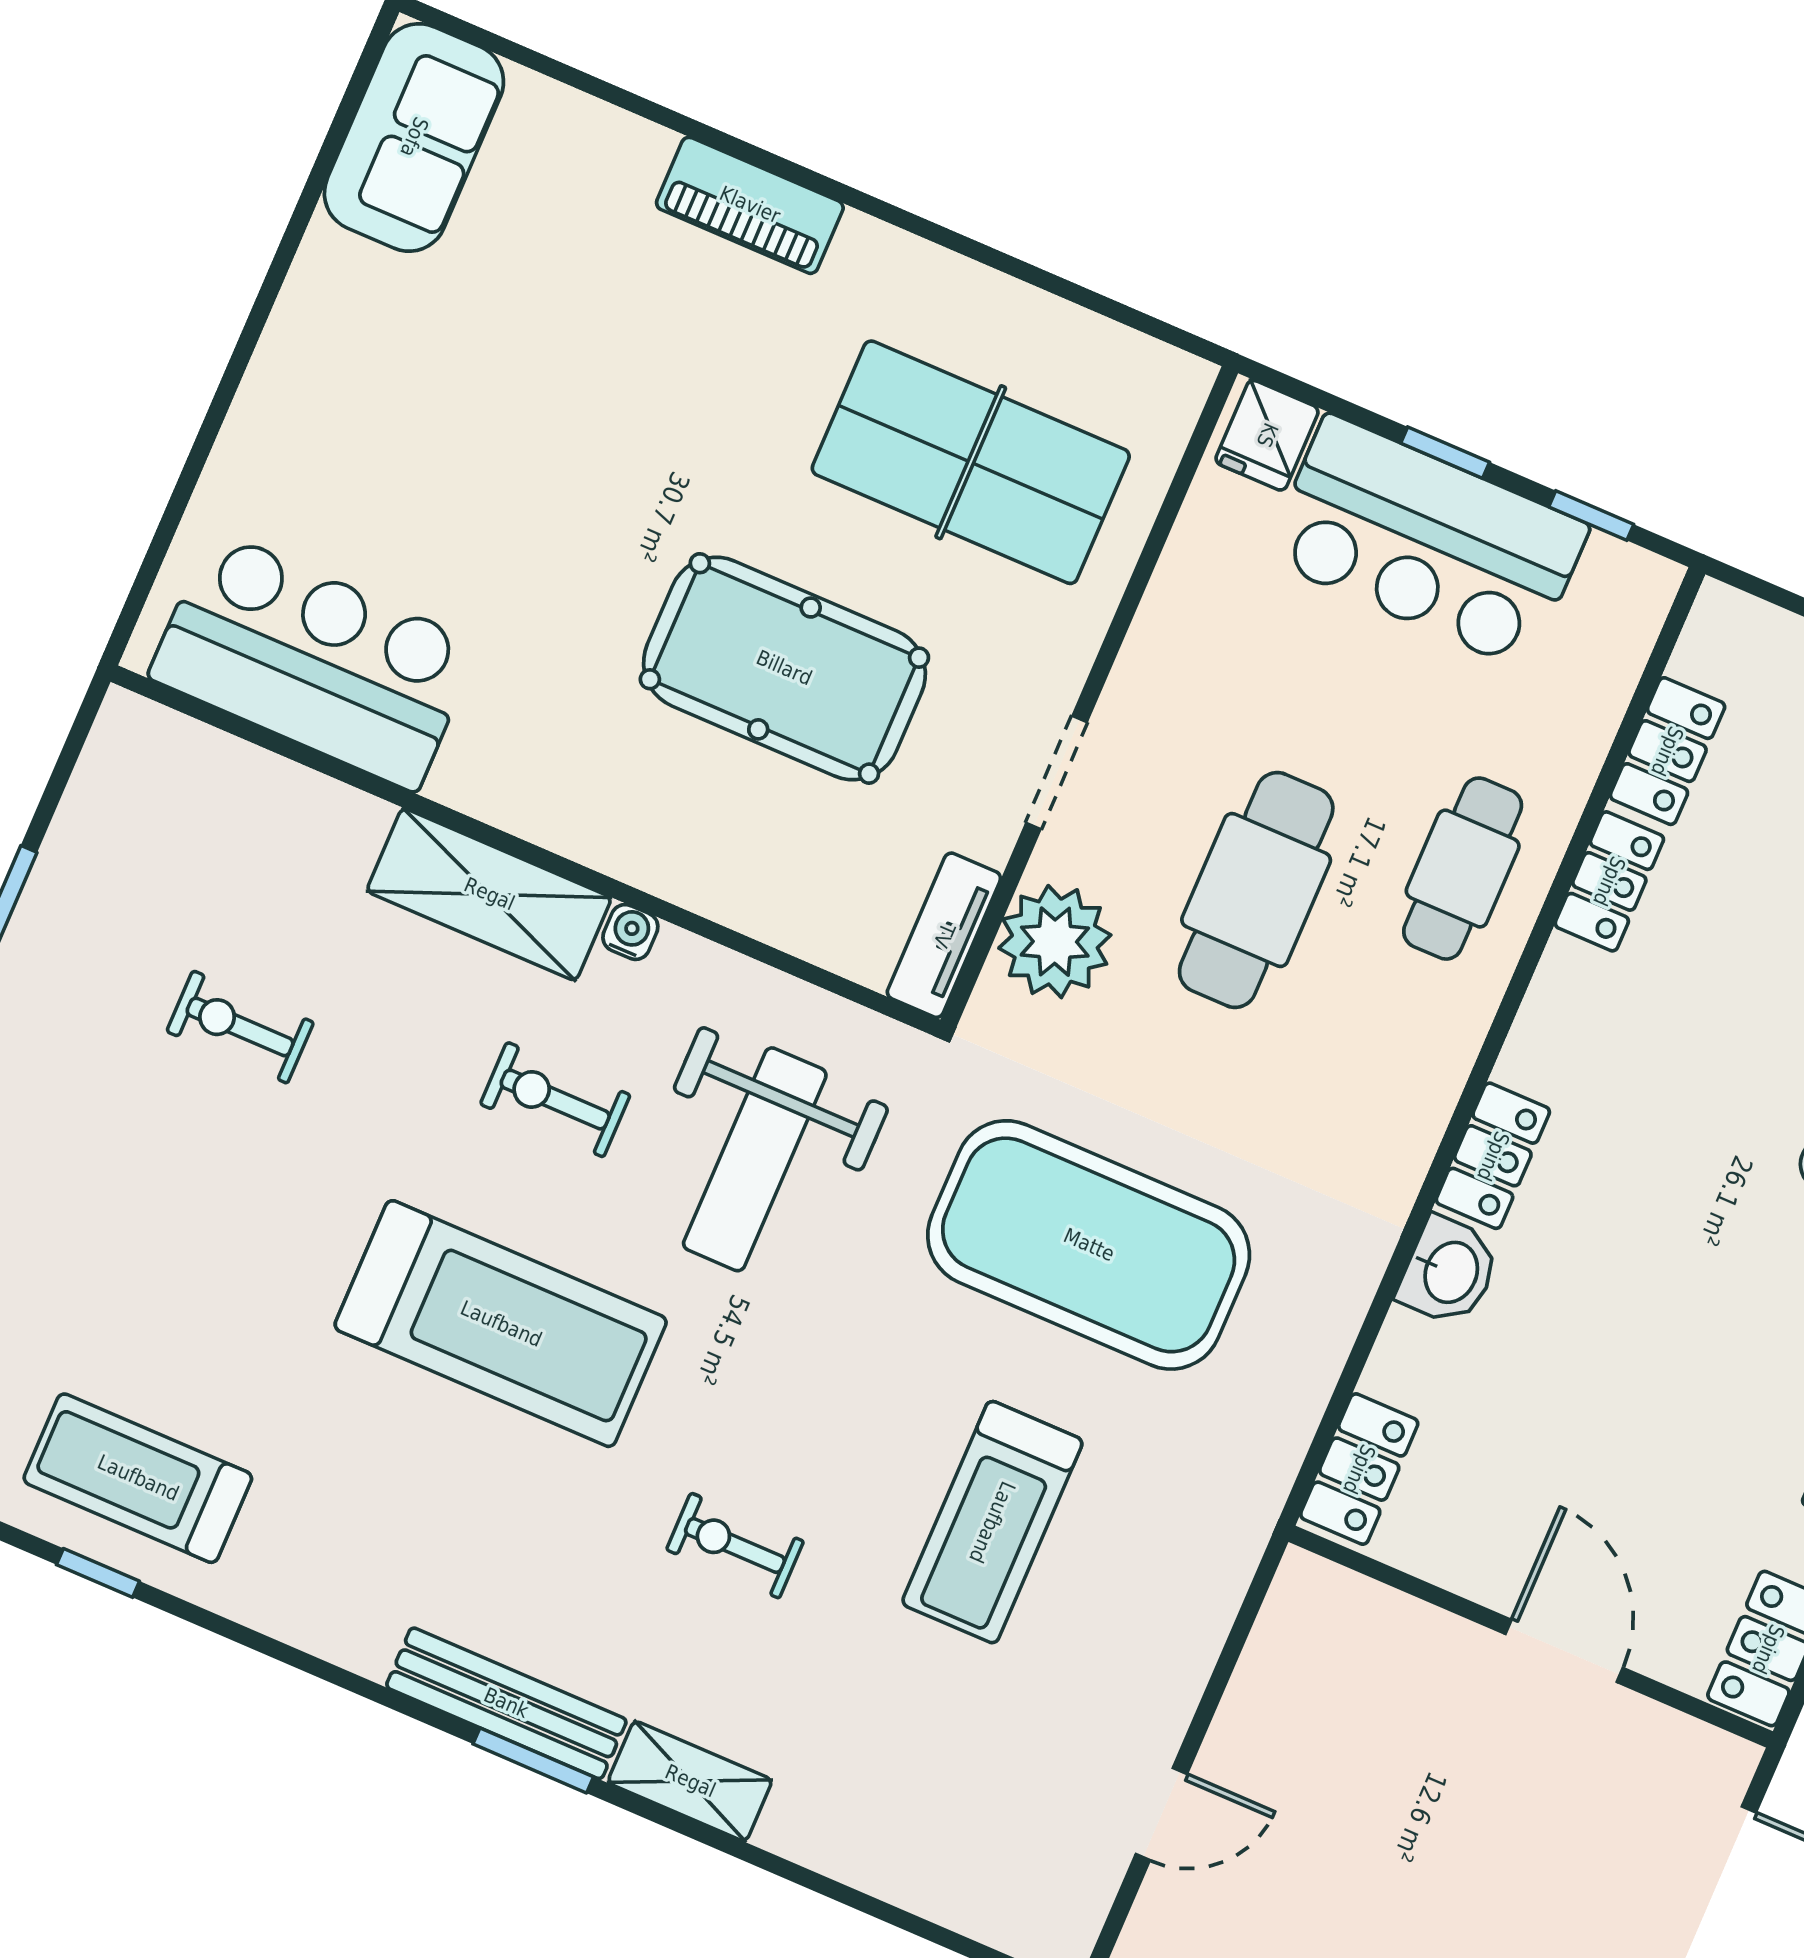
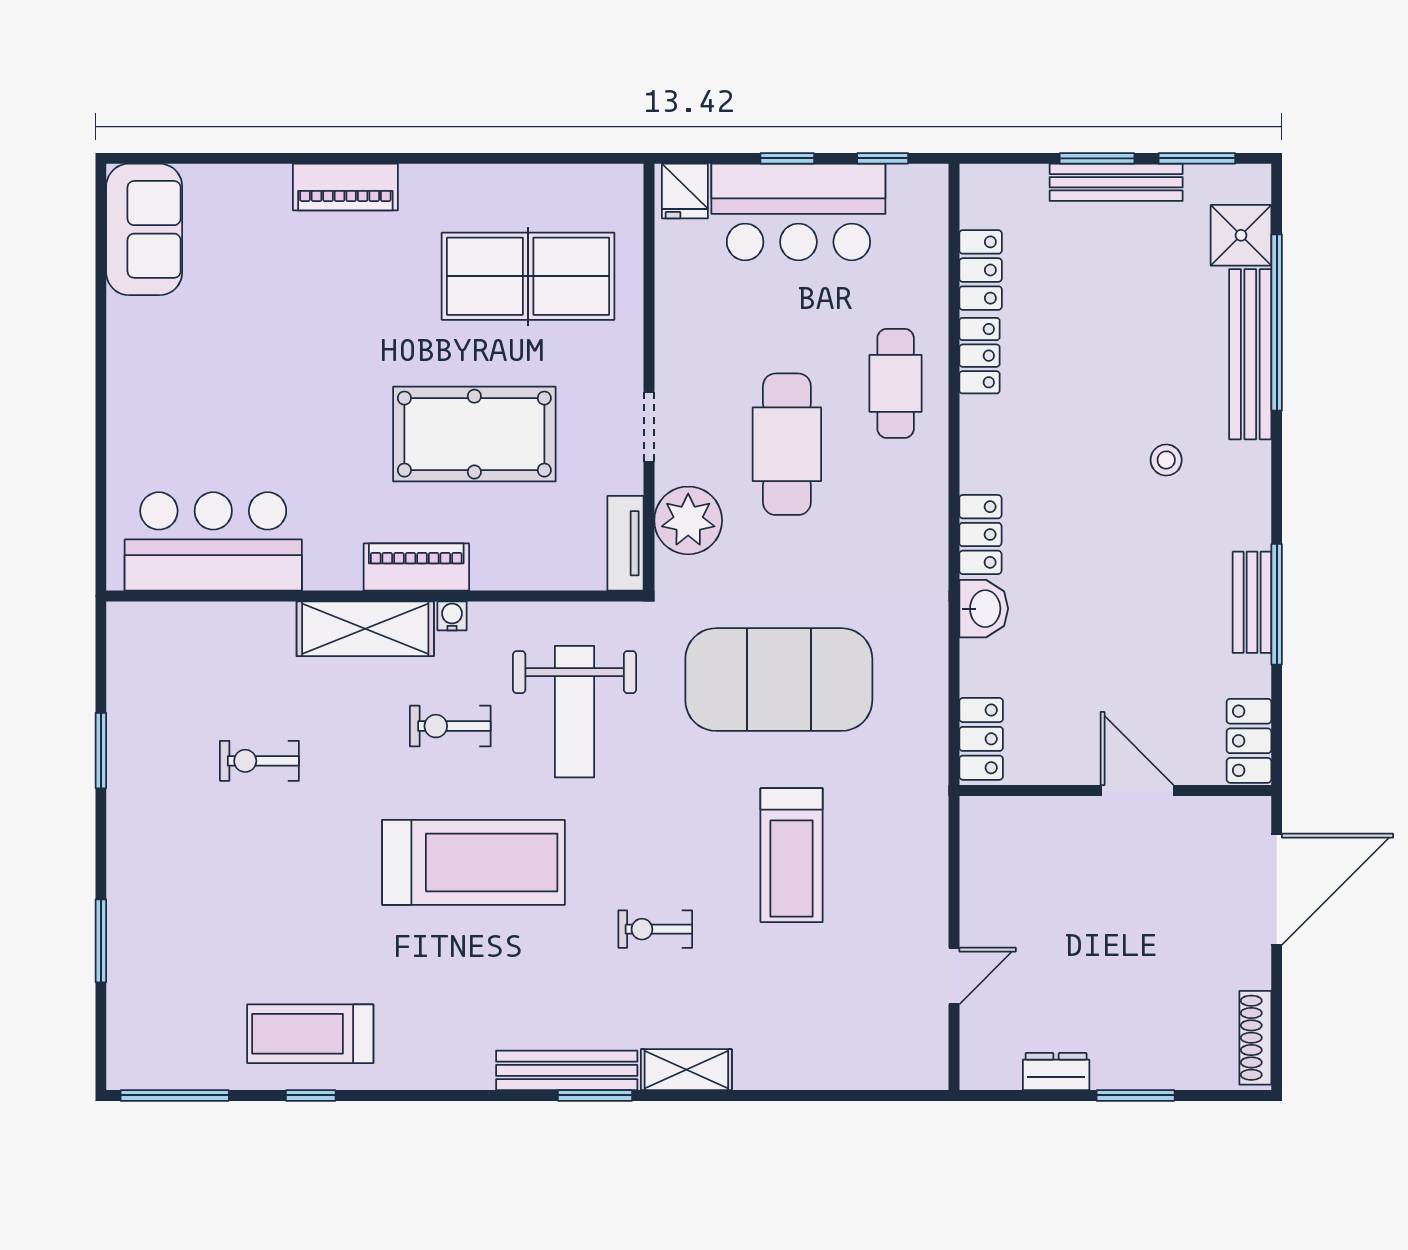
piano: (608, 834) -> (416, 567), added

